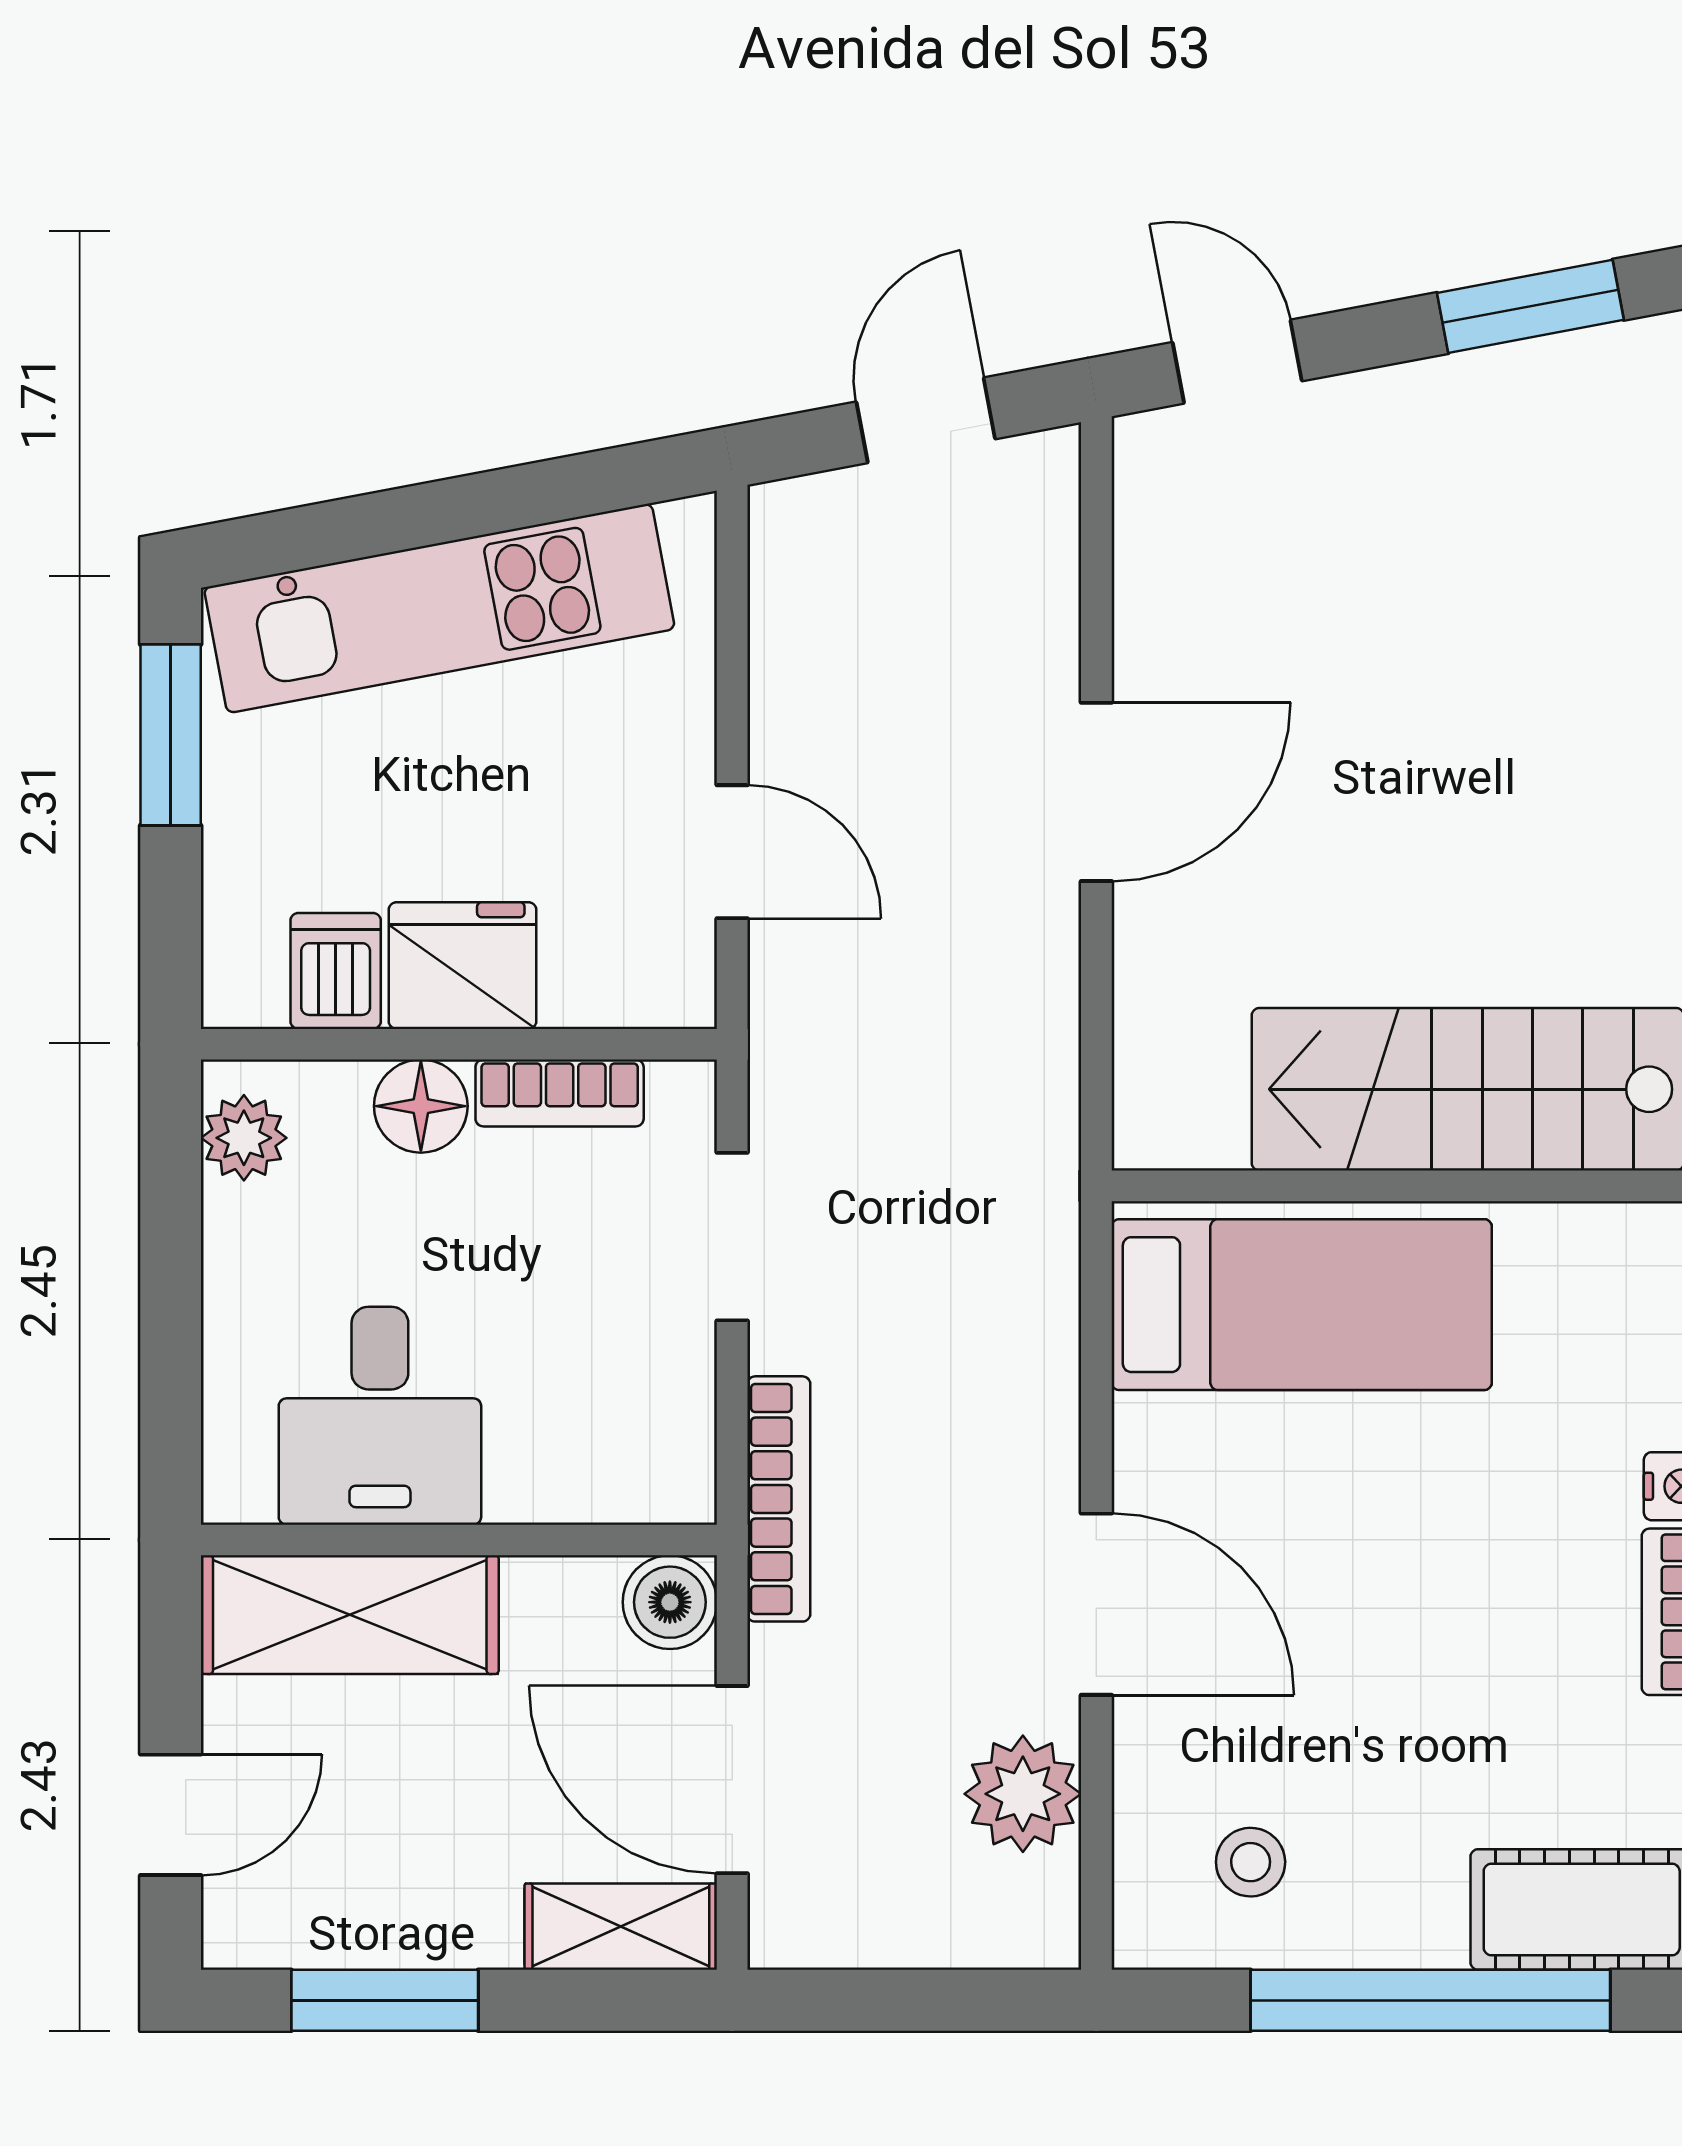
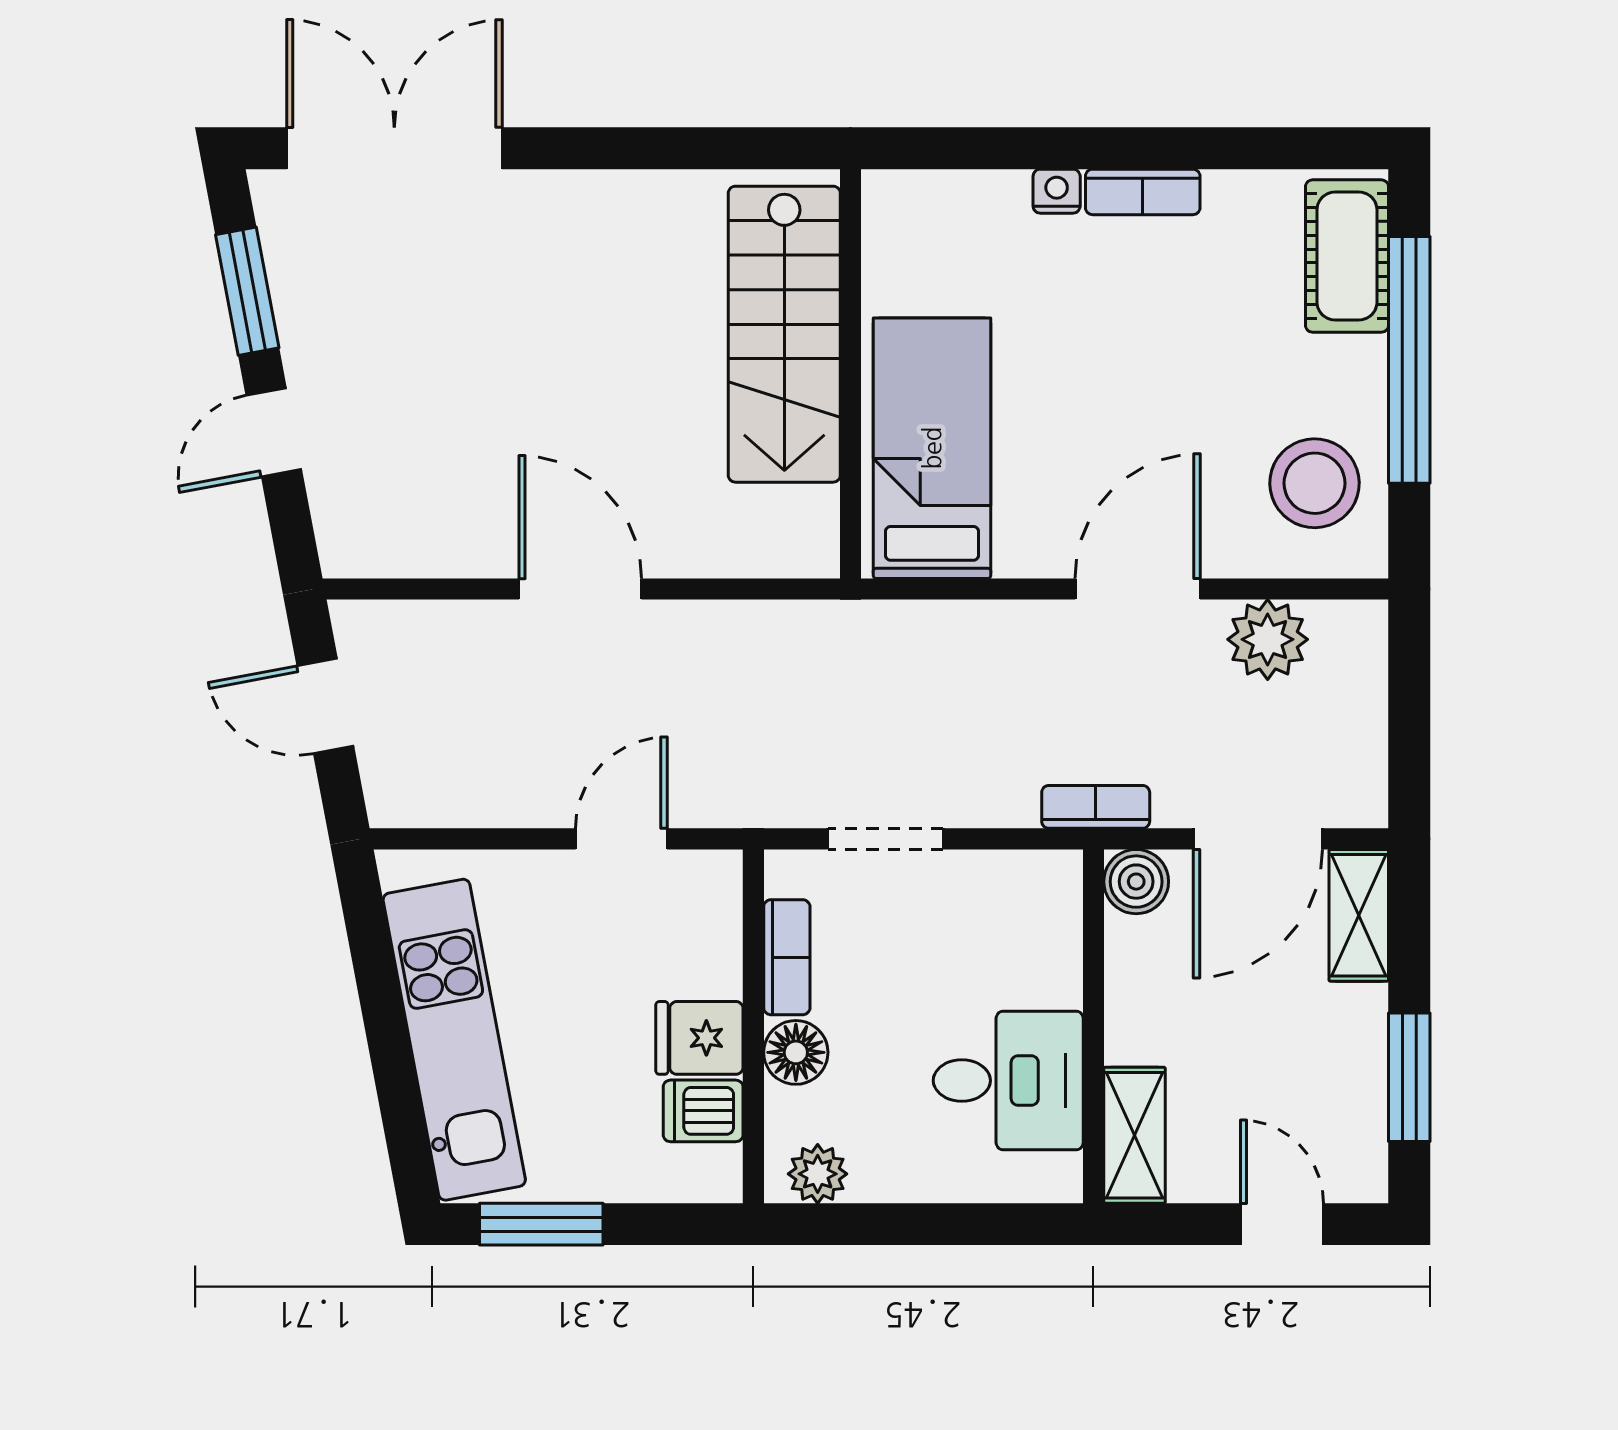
door: (1237, 362) -> (274, 432), moved
fridge: (462, 966) -> (699, 1038), width x0.72
bookcase: (779, 1499) -> (1096, 807), width x0.64
shelving: (350, 1615) -> (1135, 1135), width x0.67, depth x0.75
stool: (1251, 1862) -> (1314, 483), width x1.89, depth x1.89

